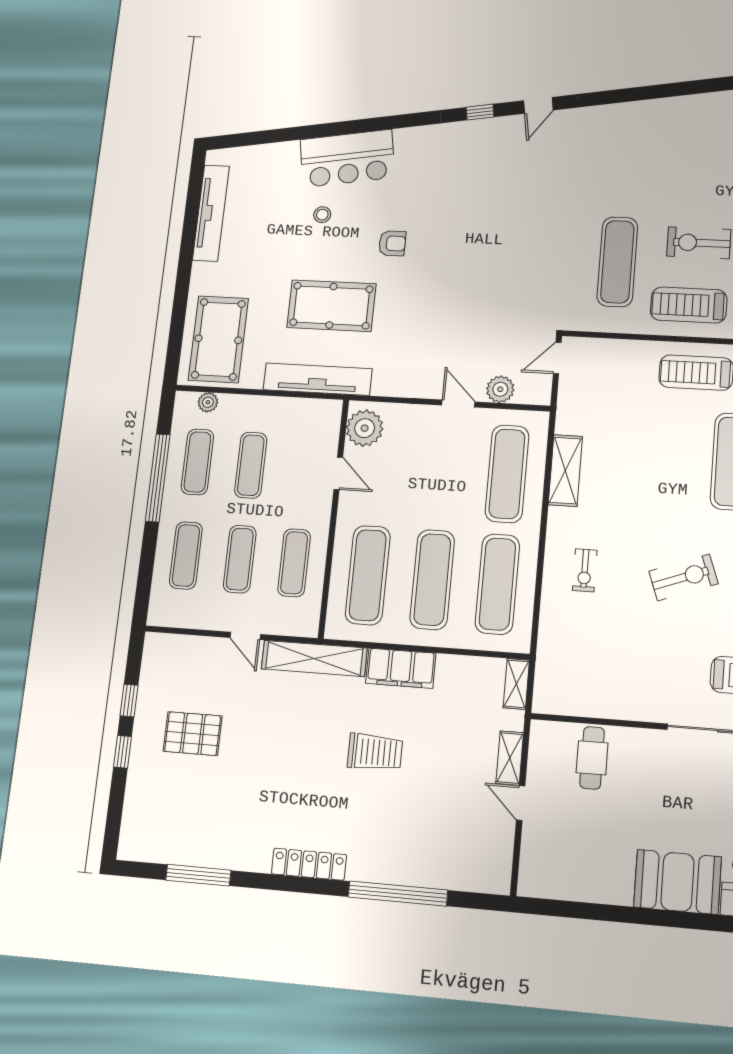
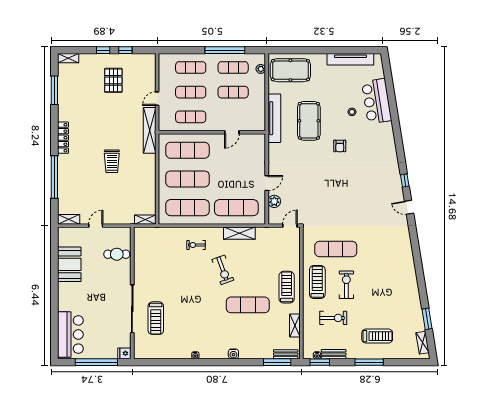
bar counter: (347, 158) -> (377, 101), moved
door: (557, 358) -> (290, 226), hinge flipped
plant: (365, 428) -> (253, 142), removed
exercise bike: (683, 577) -> (223, 270), moved
filing cabinet: (401, 668) -> (148, 169), removed
shelving: (510, 758) -> (69, 219), moved
shelving: (130, 836) -> (68, 58), added
booth: (677, 882) -> (69, 264), moved

